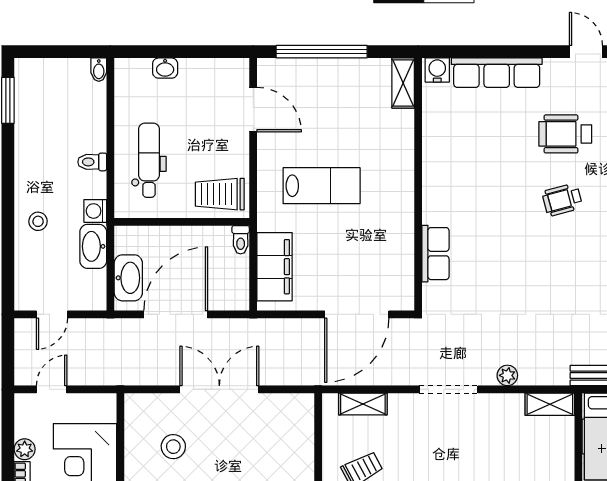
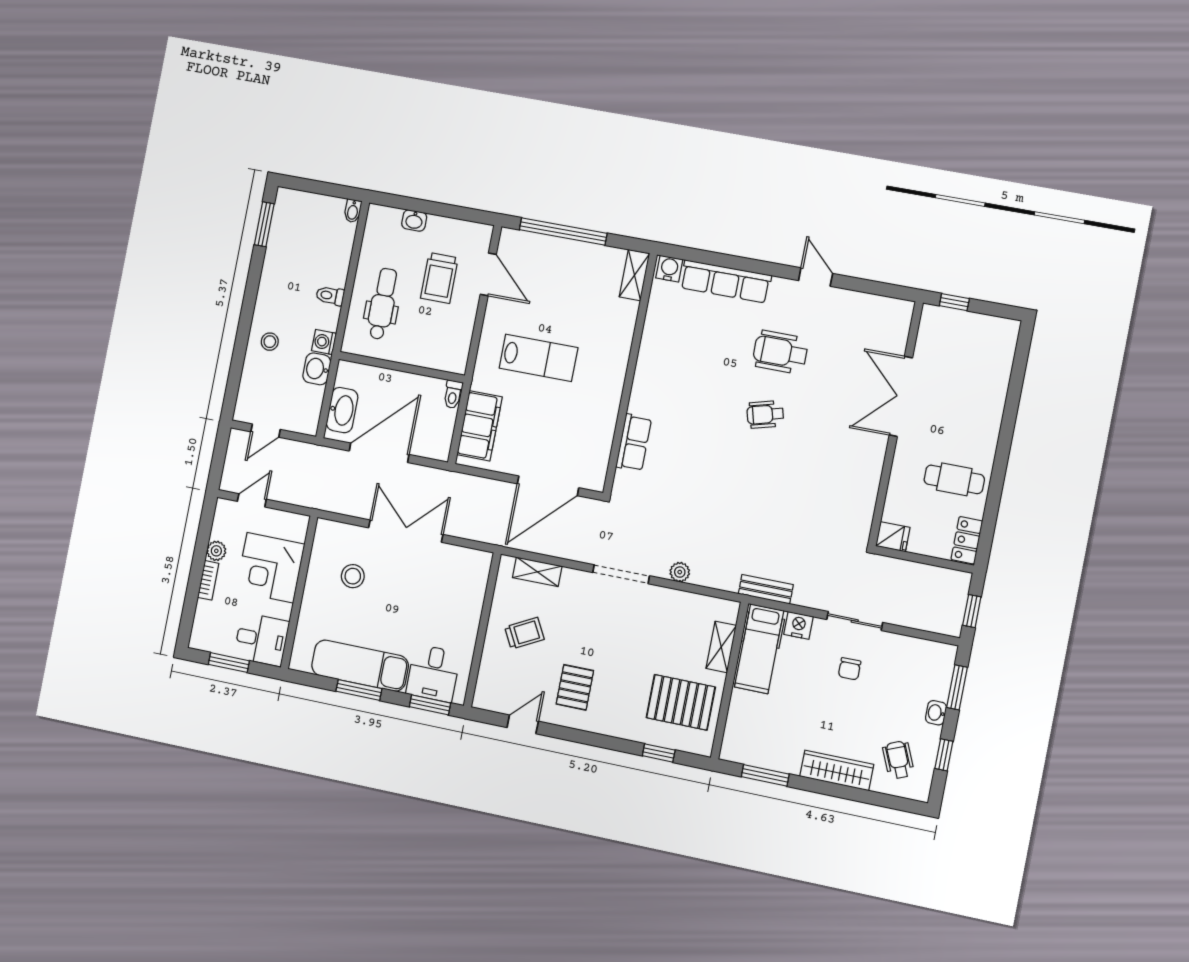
trolley: (220, 194) -> (439, 278), moved, turned -90
washbasin: (93, 246) -> (317, 369), width x0.72
shelving: (550, 404) -> (721, 647), moved, turned 90

